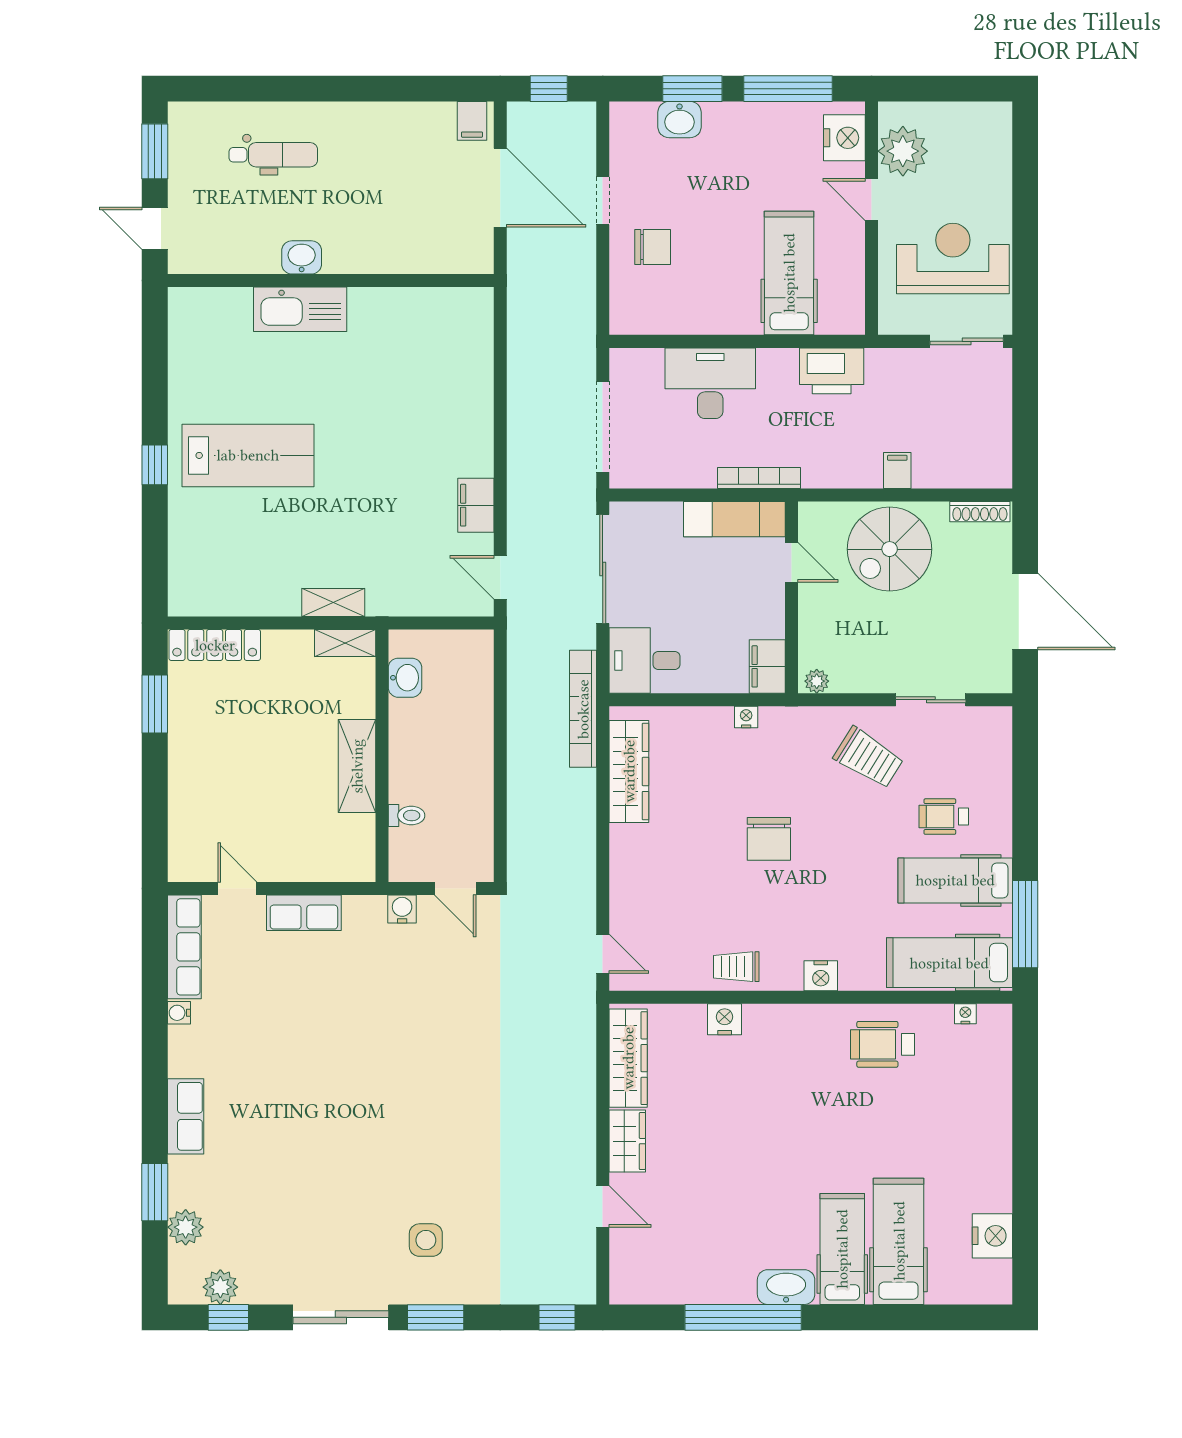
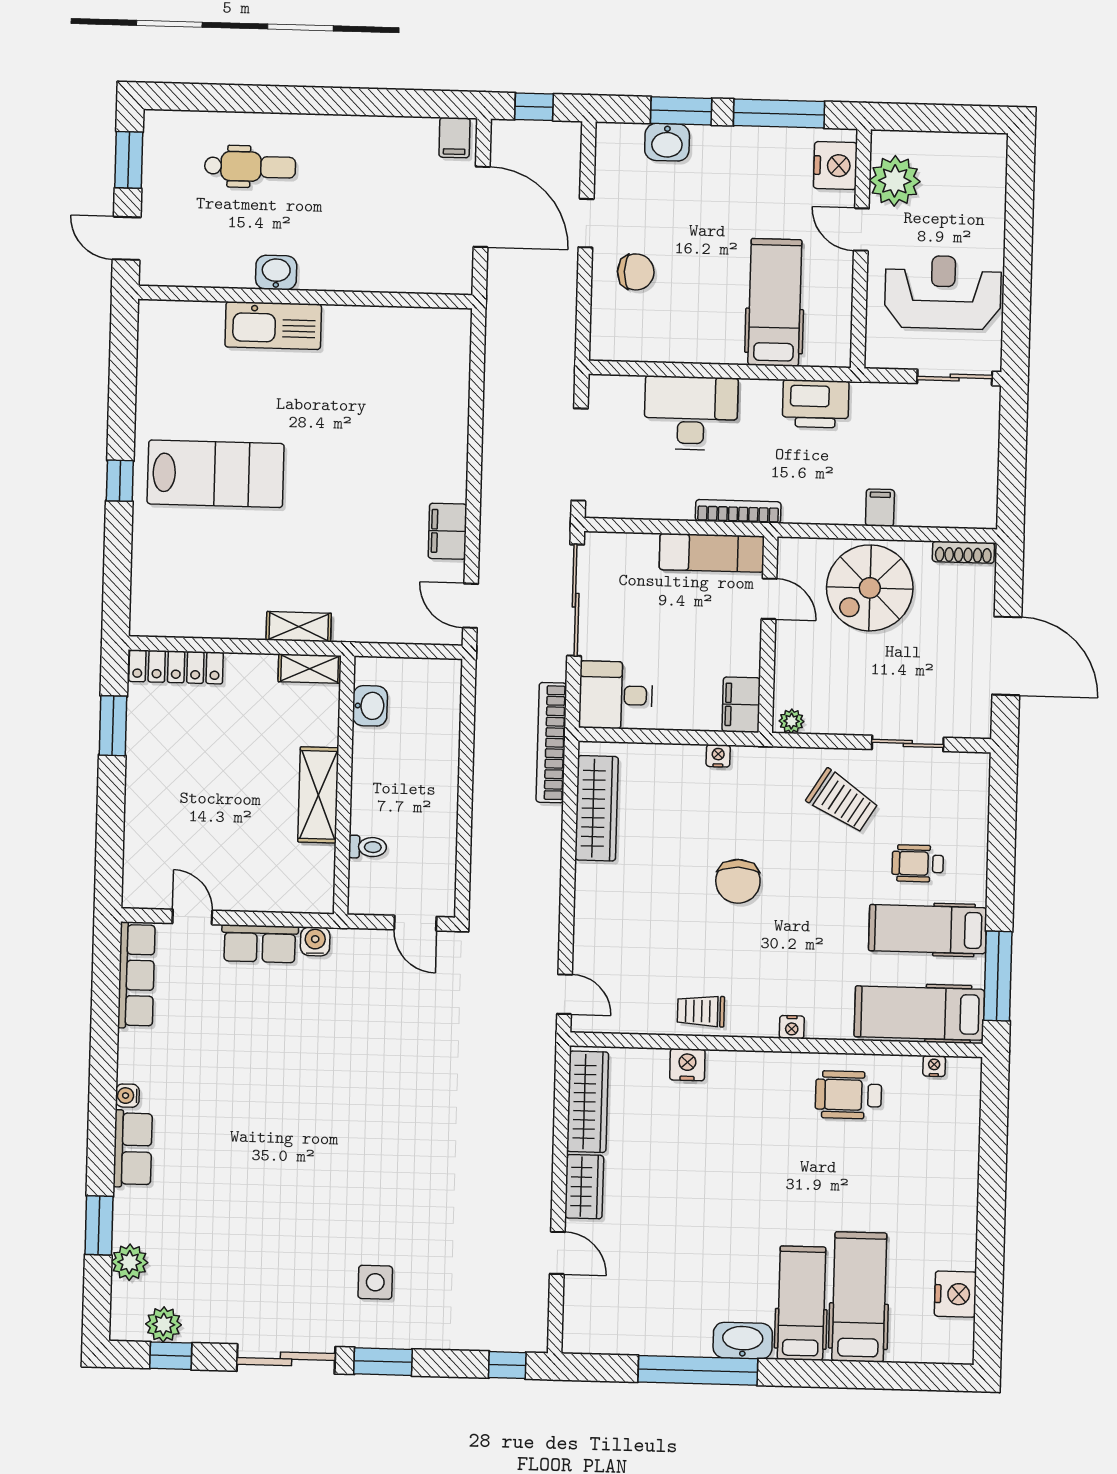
water cooler: (402, 909) -> (315, 941), moved
nightstand: (821, 976) -> (792, 1027), width x0.72, depth x0.74
water cooler: (179, 1013) -> (127, 1096), moved

